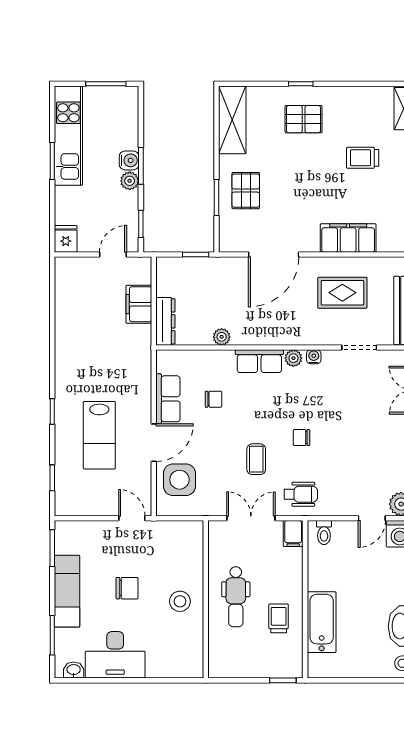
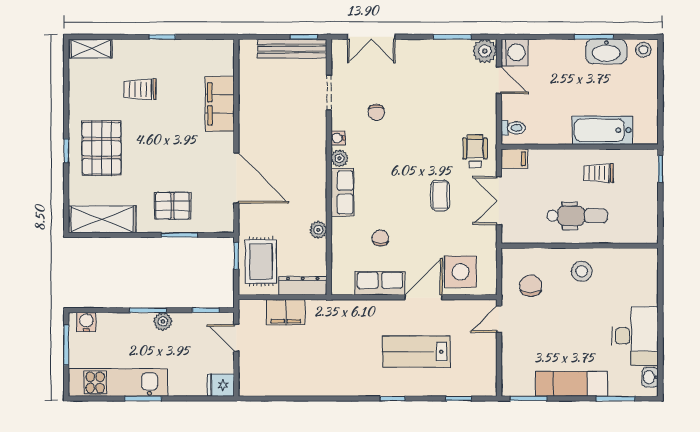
pallet: (304, 119) -> (101, 148), width x1.50, depth x1.42
trolley: (363, 158) -> (140, 89), turned 90
water cooler: (129, 160) -> (86, 322), moved
rug: (342, 293) -> (261, 261), moved
lab bench: (99, 435) -> (416, 352), turned 180
chair: (302, 438) -> (376, 112), moved
door: (154, 443) -> (424, 297), hinge flipped
coffee table: (256, 459) -> (440, 195), turned 90
chair: (127, 588) -> (531, 286), moved

